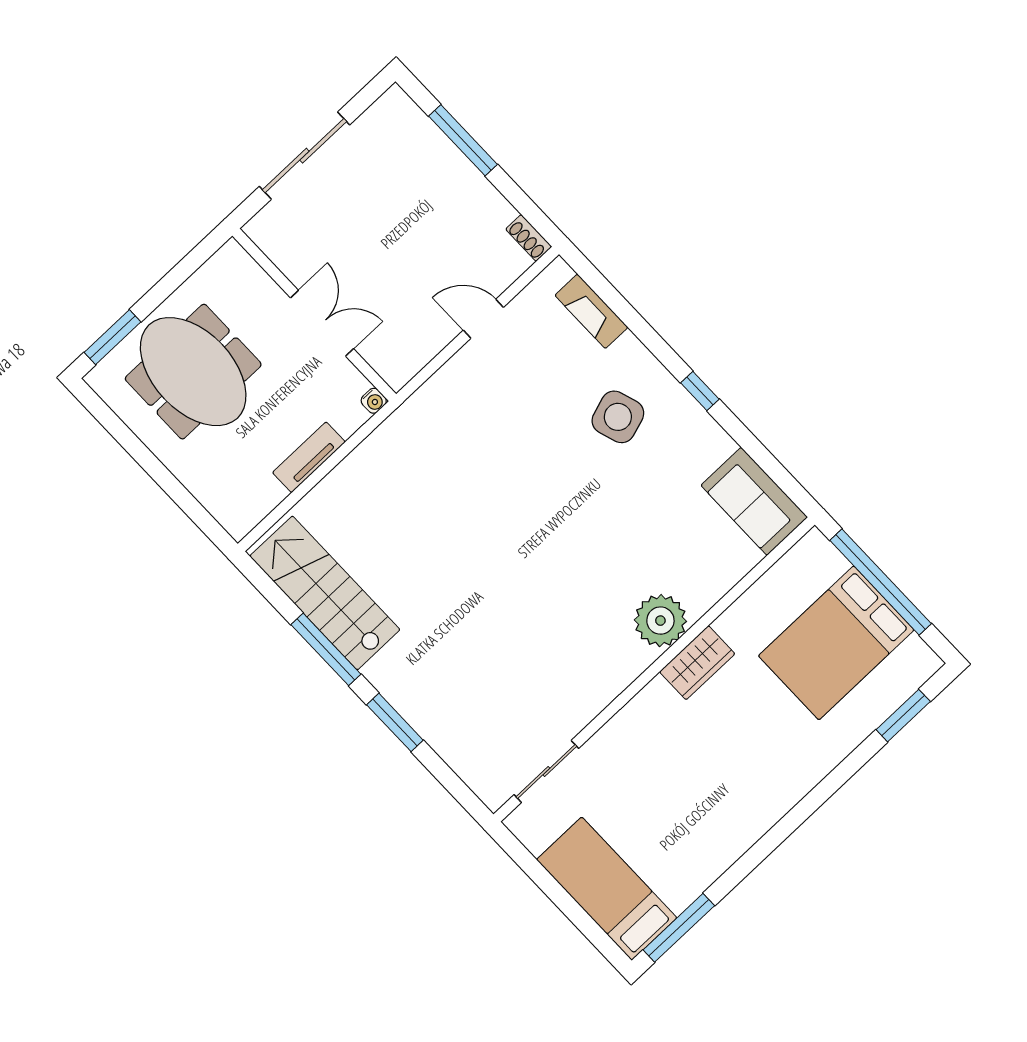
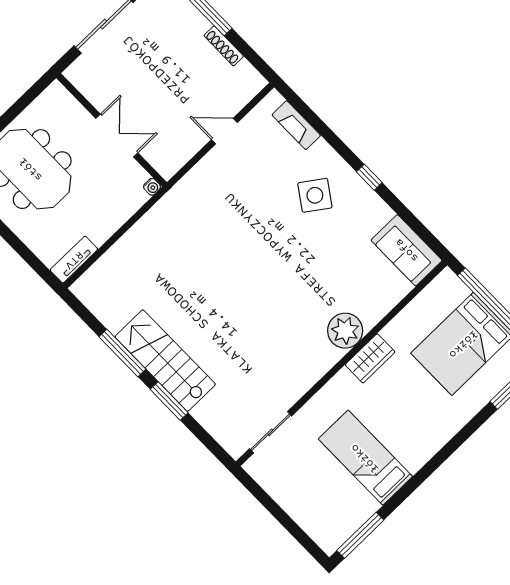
shoe rack: (529, 238) -> (224, 46), moved, width x1.43
side table: (618, 417) -> (315, 195), turned -37
tv unit: (309, 457) -> (74, 260), moved
stairs: (325, 593) -> (165, 361), moved
bed: (607, 889) -> (365, 458), moved

